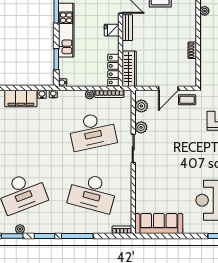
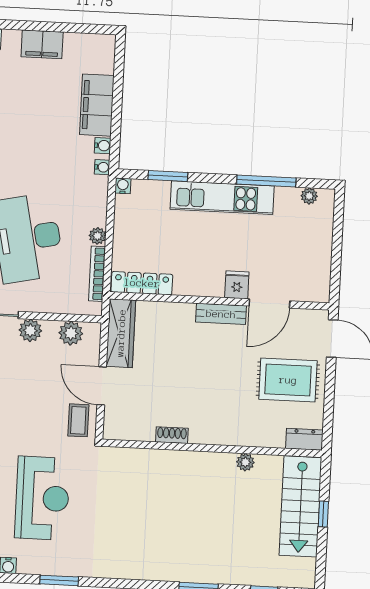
fridge: (112, 30) -> (237, 285), moved
wardrobe: (129, 69) -> (121, 333), moved, turned -90

